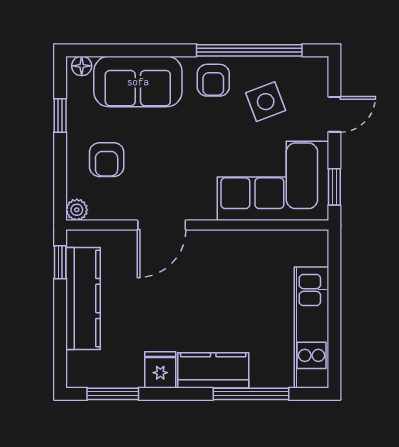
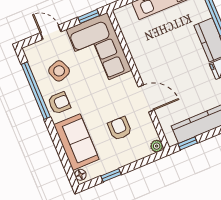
armchair: (107, 160) -> (120, 128), moved, turned -90

